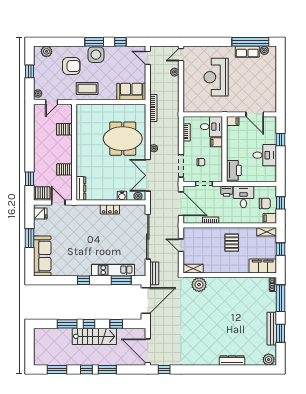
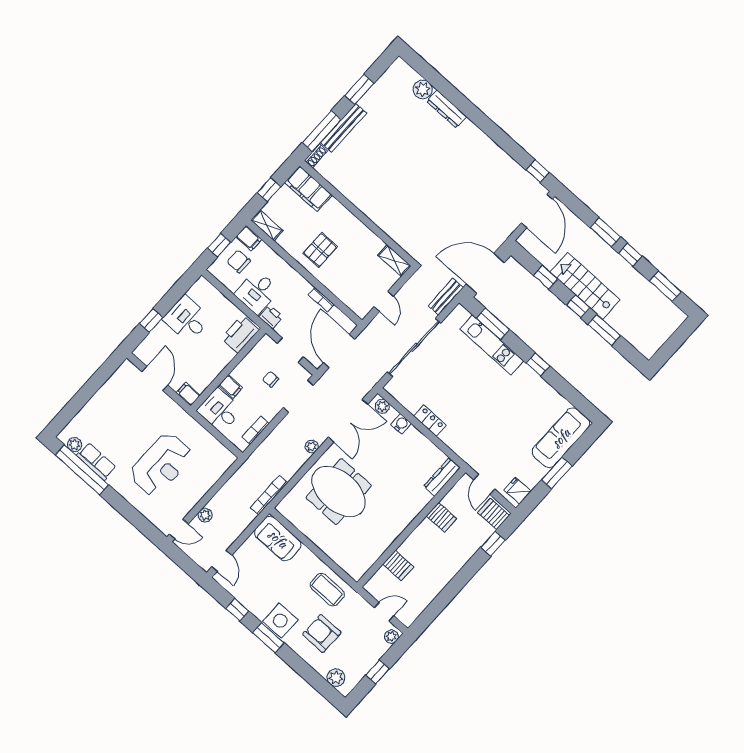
plant: (199, 285) -> (404, 235), removed
bench: (272, 329) -> (344, 128), moved
plant: (269, 360) -> (423, 89), moved

